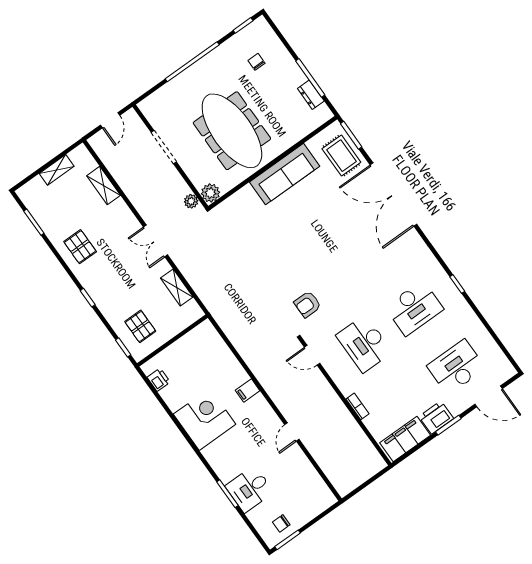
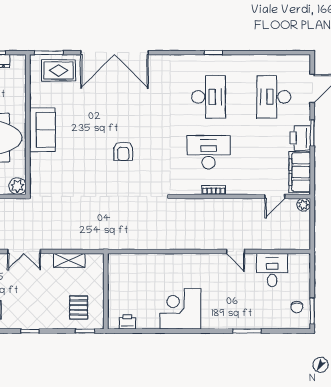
sofa: (285, 174) -> (42, 130), width x0.73
plant: (191, 201) -> (303, 205), moved
armchair: (307, 304) -> (123, 151), moved
pallet: (140, 326) -> (79, 307), turned 90
desk: (364, 344) -> (208, 152), turned 180
door: (312, 355) -> (275, 196), moved
filing cabinet: (248, 391) -> (182, 262), removed
bookcase: (357, 406) -> (214, 190), moved
desk: (250, 489) -> (272, 270), moved, turned 180

